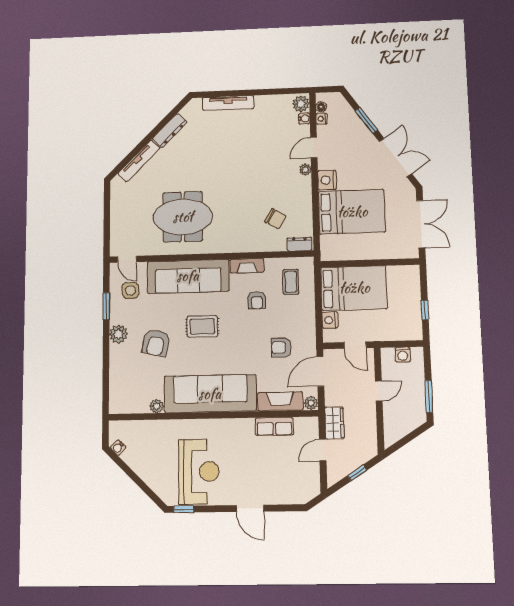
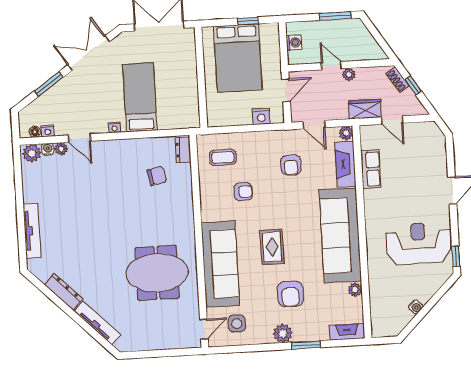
plant: (305, 170) -> (61, 149), moved
nightstand: (327, 180) -> (115, 128), width x0.53, depth x0.56
bed: (352, 212) -> (140, 97), width x0.67
meeting table: (183, 217) -> (157, 273), turned 90
chair: (275, 219) -> (157, 176), turned 50
fireplace: (247, 266) -> (347, 332), moved, turned -90
bed: (354, 288) -> (238, 58), moved, turned 180
window: (106, 306) -> (306, 345), moved
armchair: (156, 343) -> (290, 294), turned 78
door: (320, 372) -> (314, 125), width x0.73
plant: (370, 408) -> (349, 74), added
water cooler: (118, 448) -> (416, 307), moved
shoe rack: (363, 457) -> (398, 80), added

